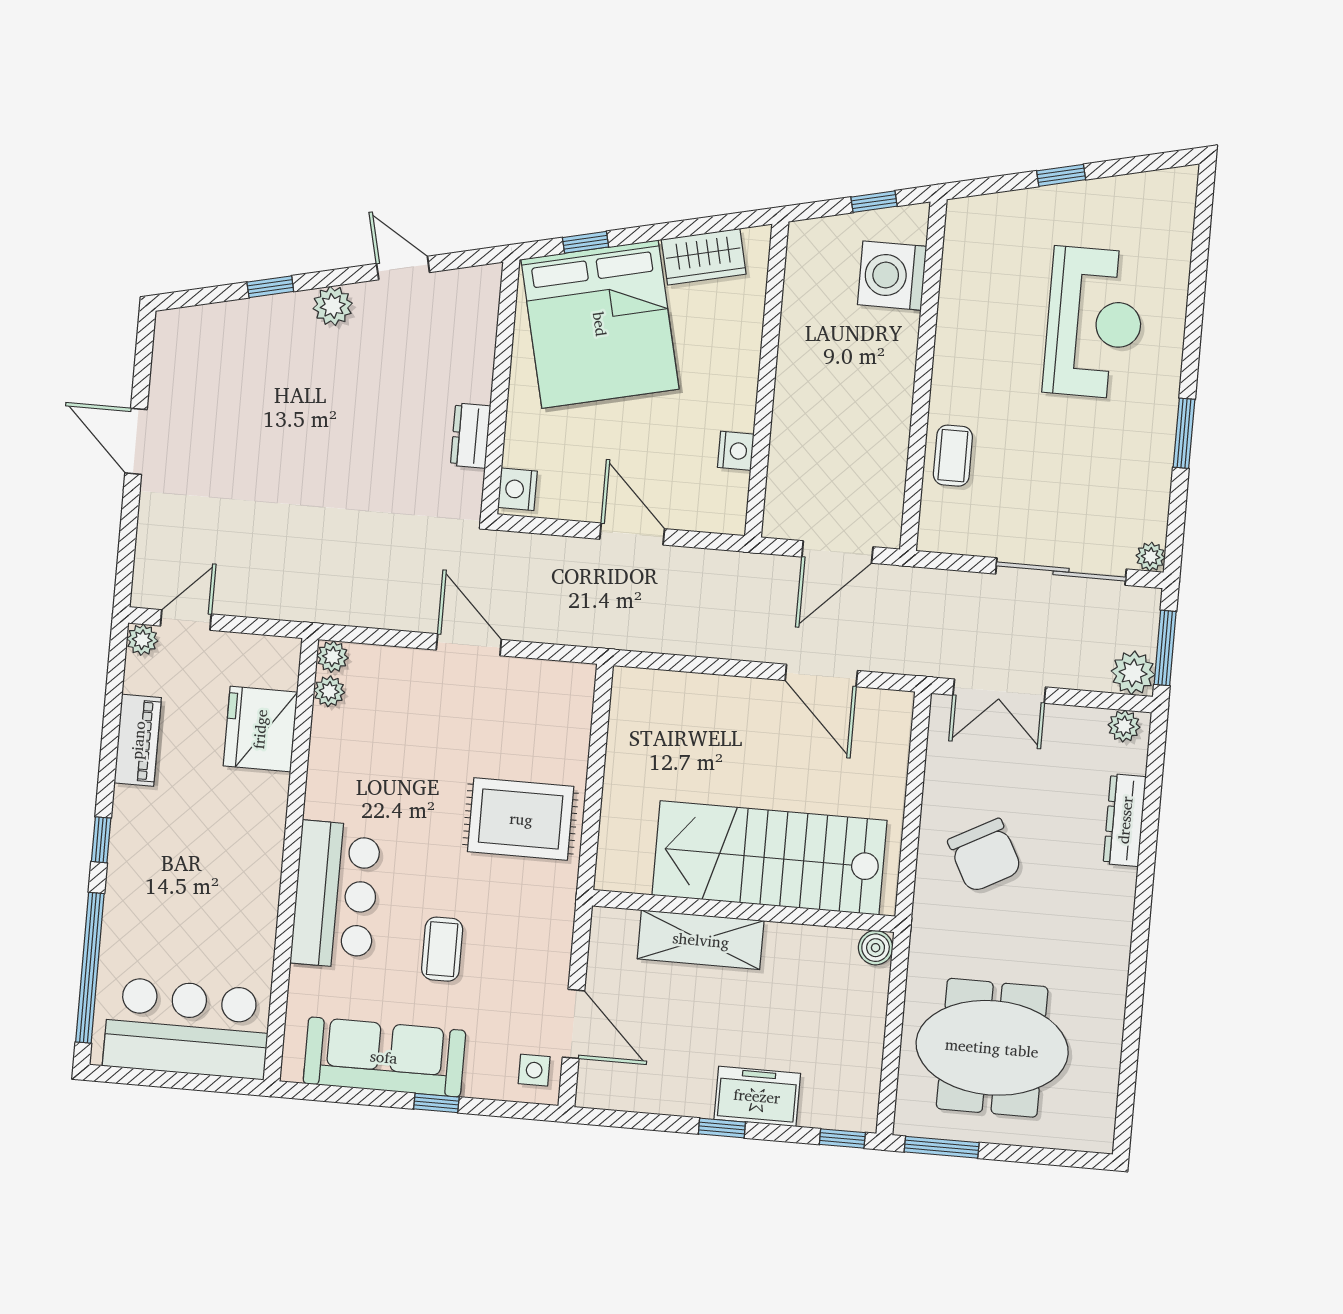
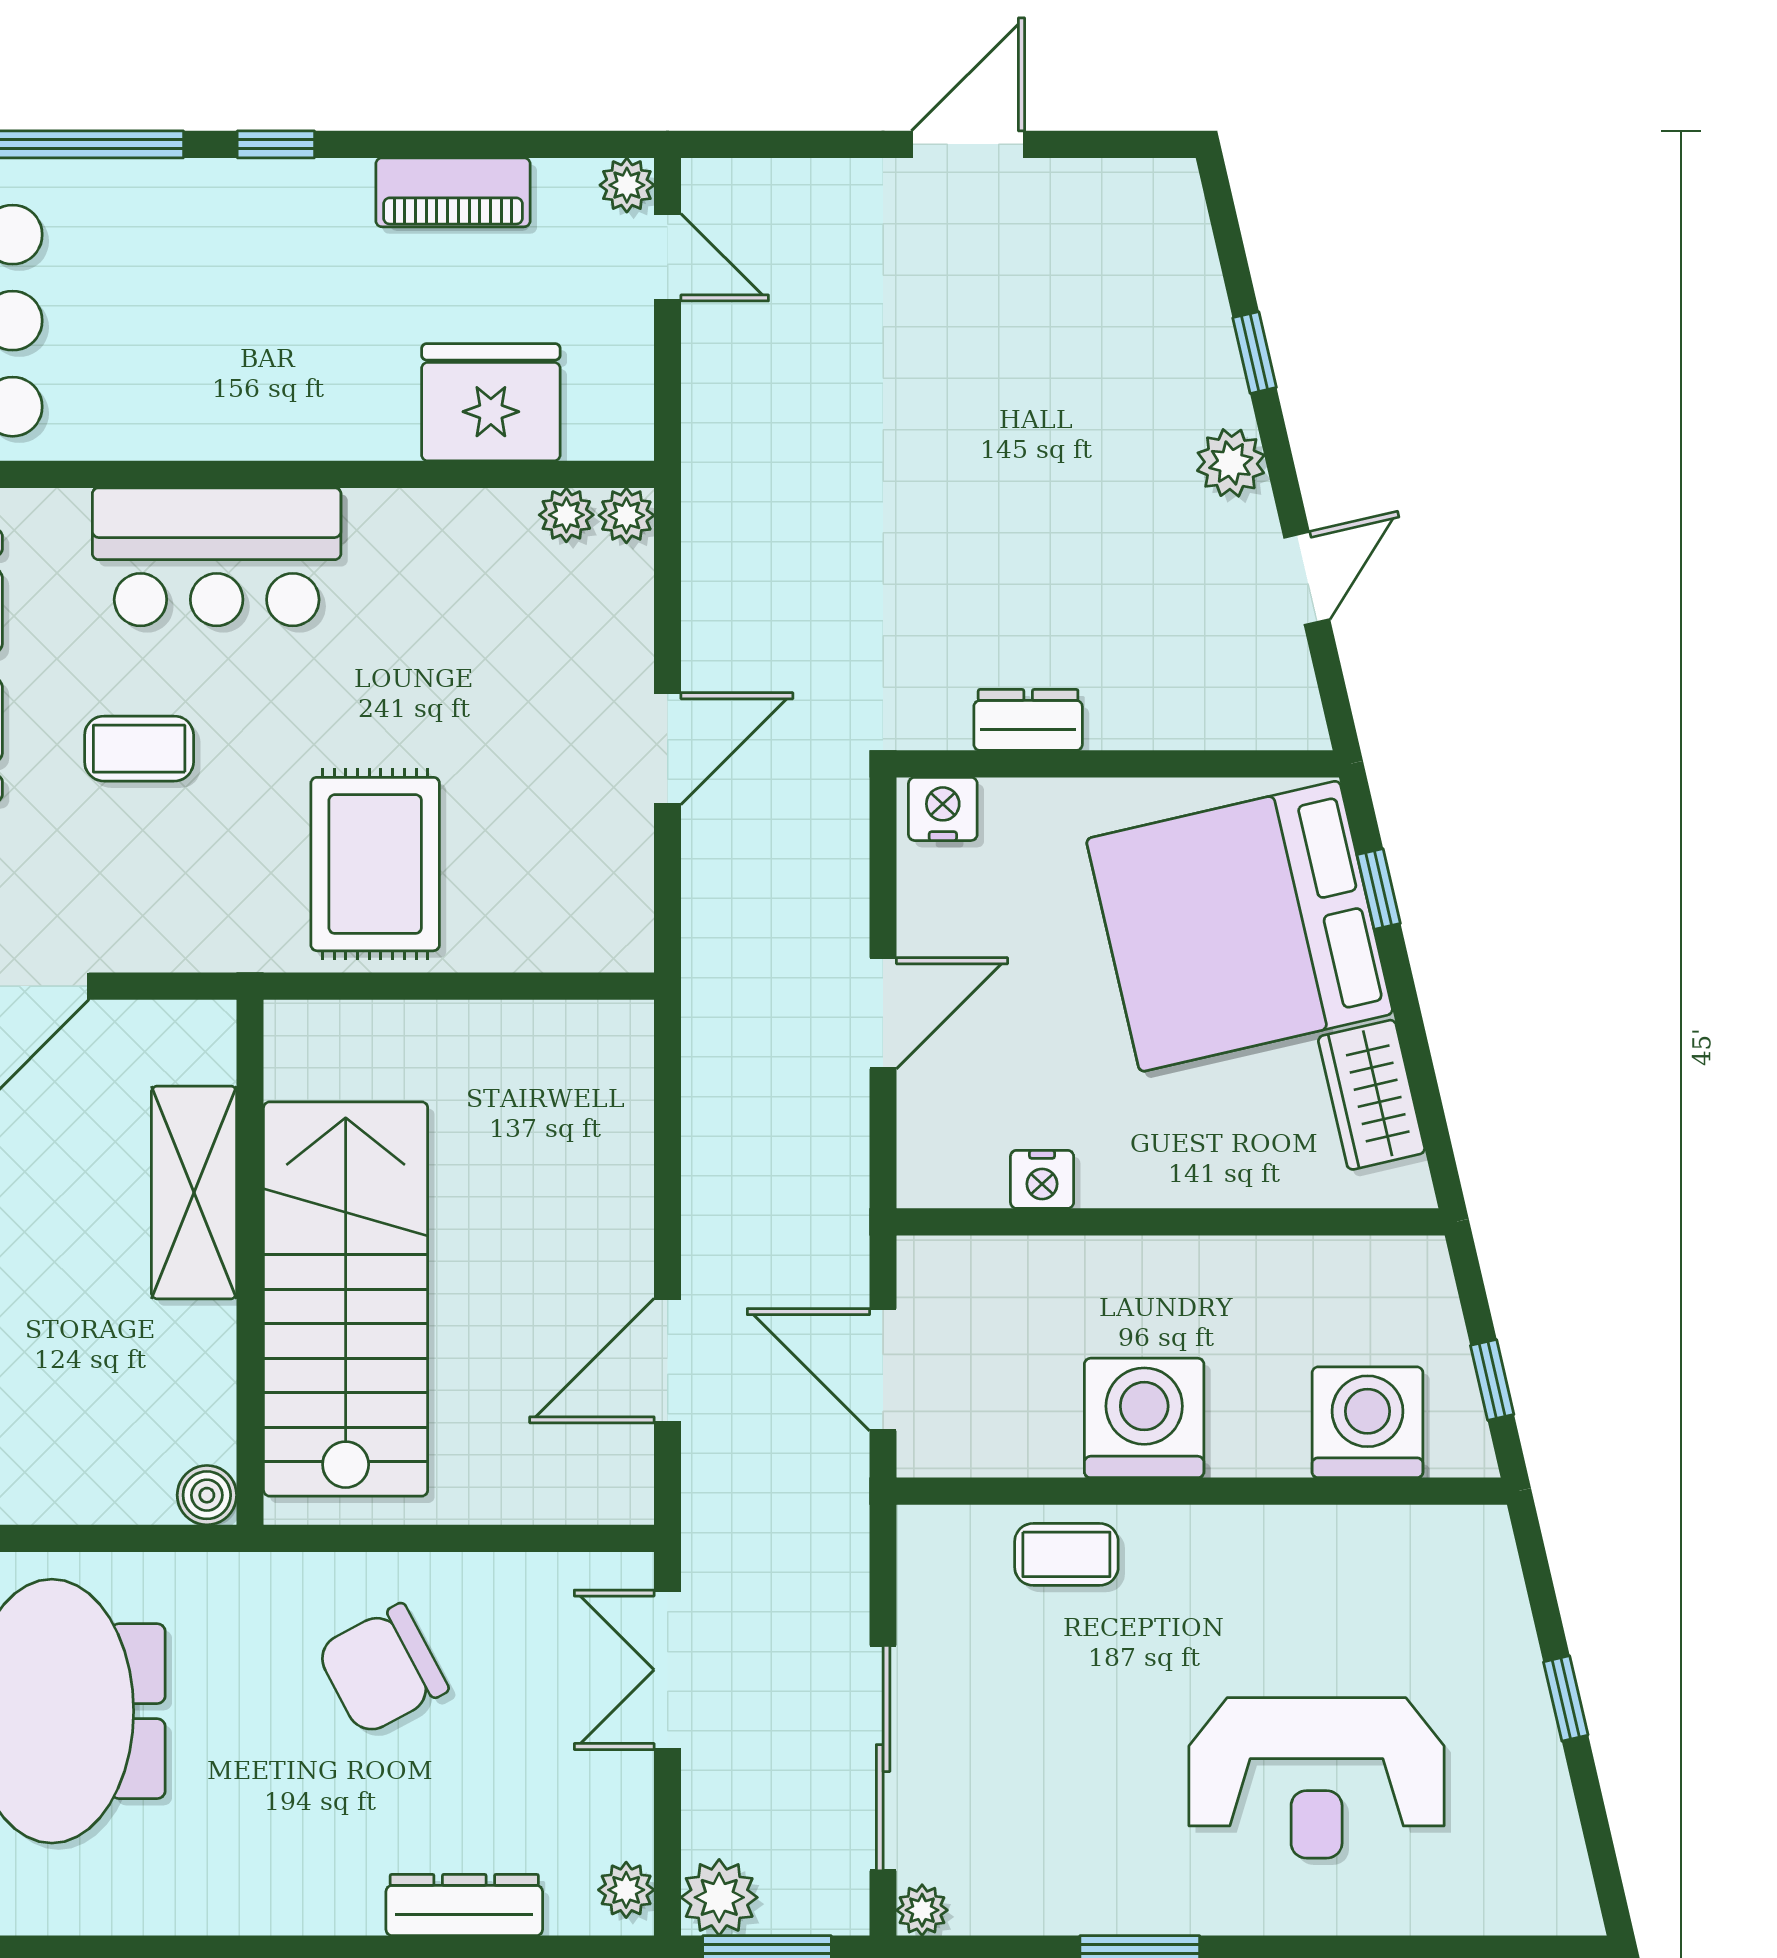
washing machine: (878, 404) -> (1144, 1418), added

